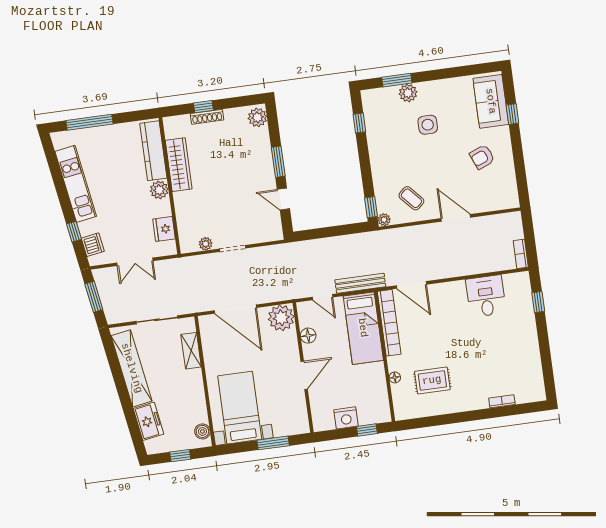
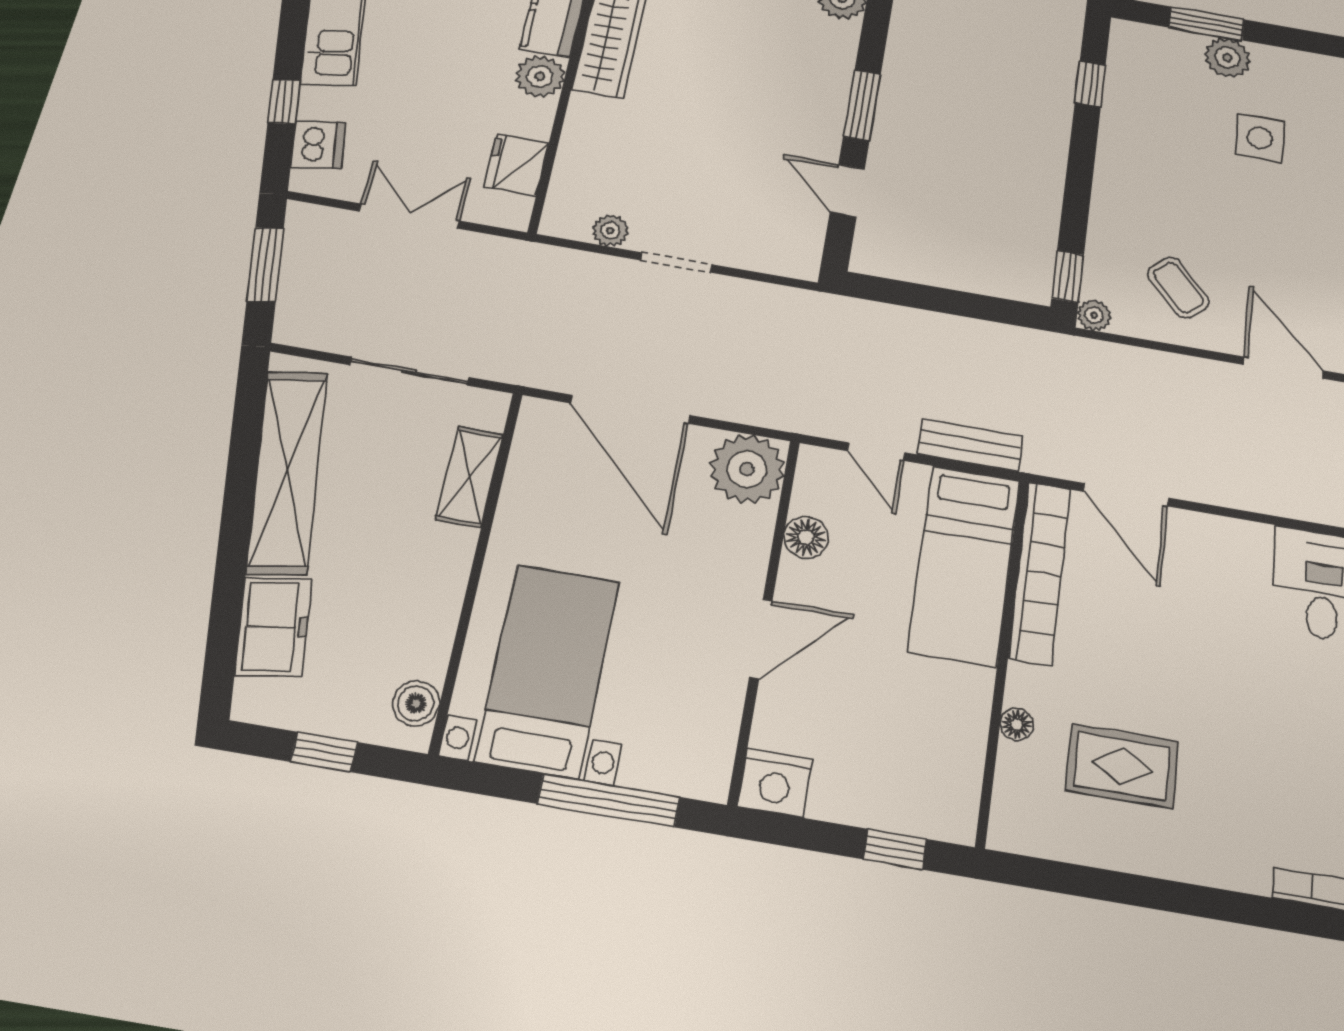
double door: (135, 262) -> (410, 216), swing flipped
bench: (360, 283) -> (970, 445), width x0.73
nightstand: (346, 418) -> (775, 783), moved
window: (273, 443) -> (609, 800), width x1.44

